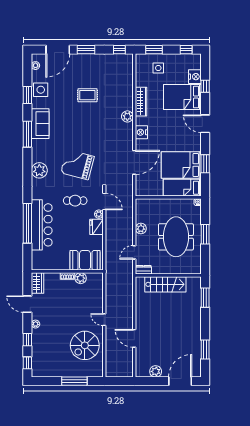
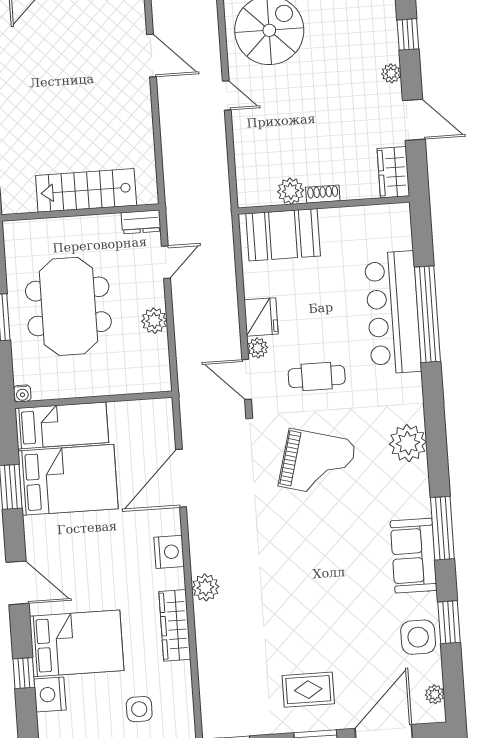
rug: (87, 95) -> (308, 690), moved

